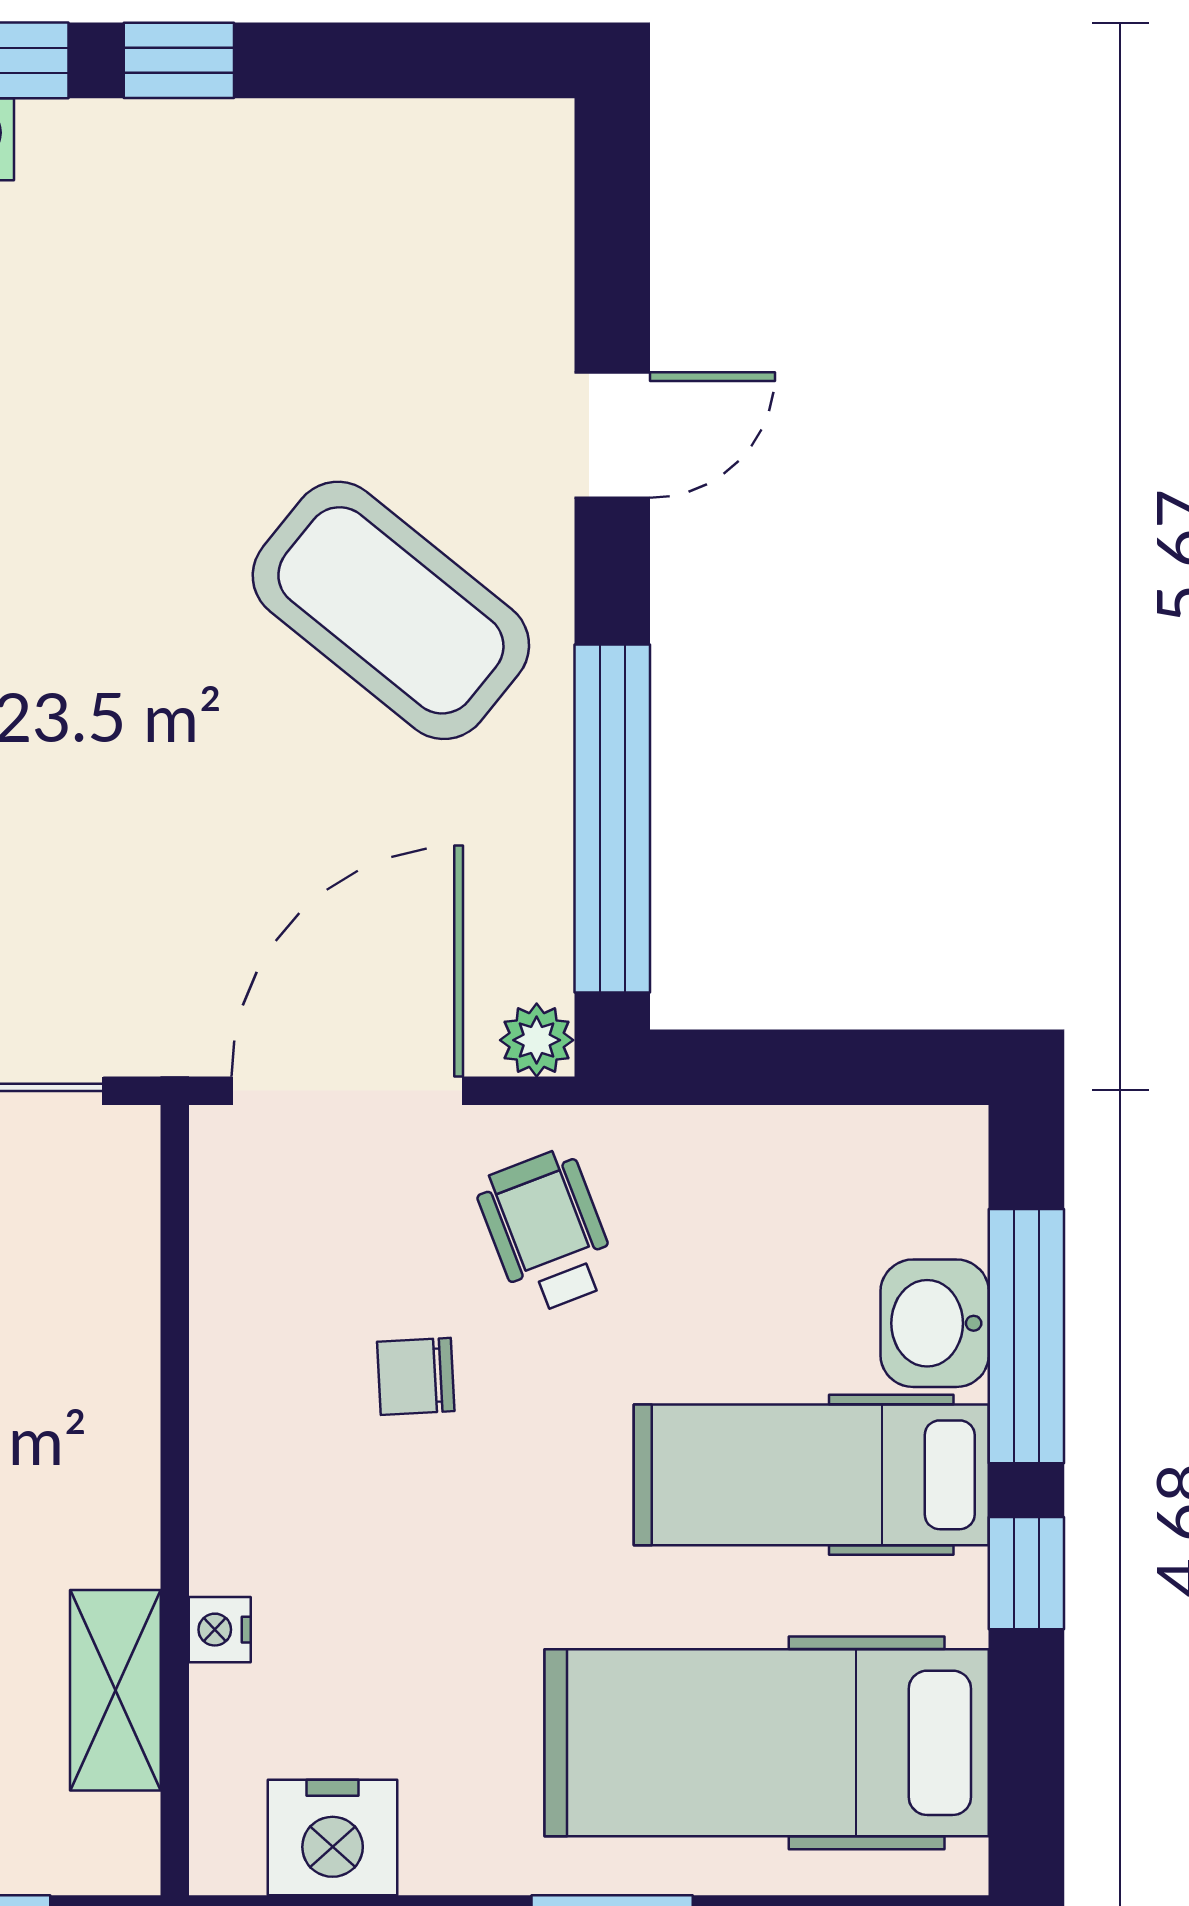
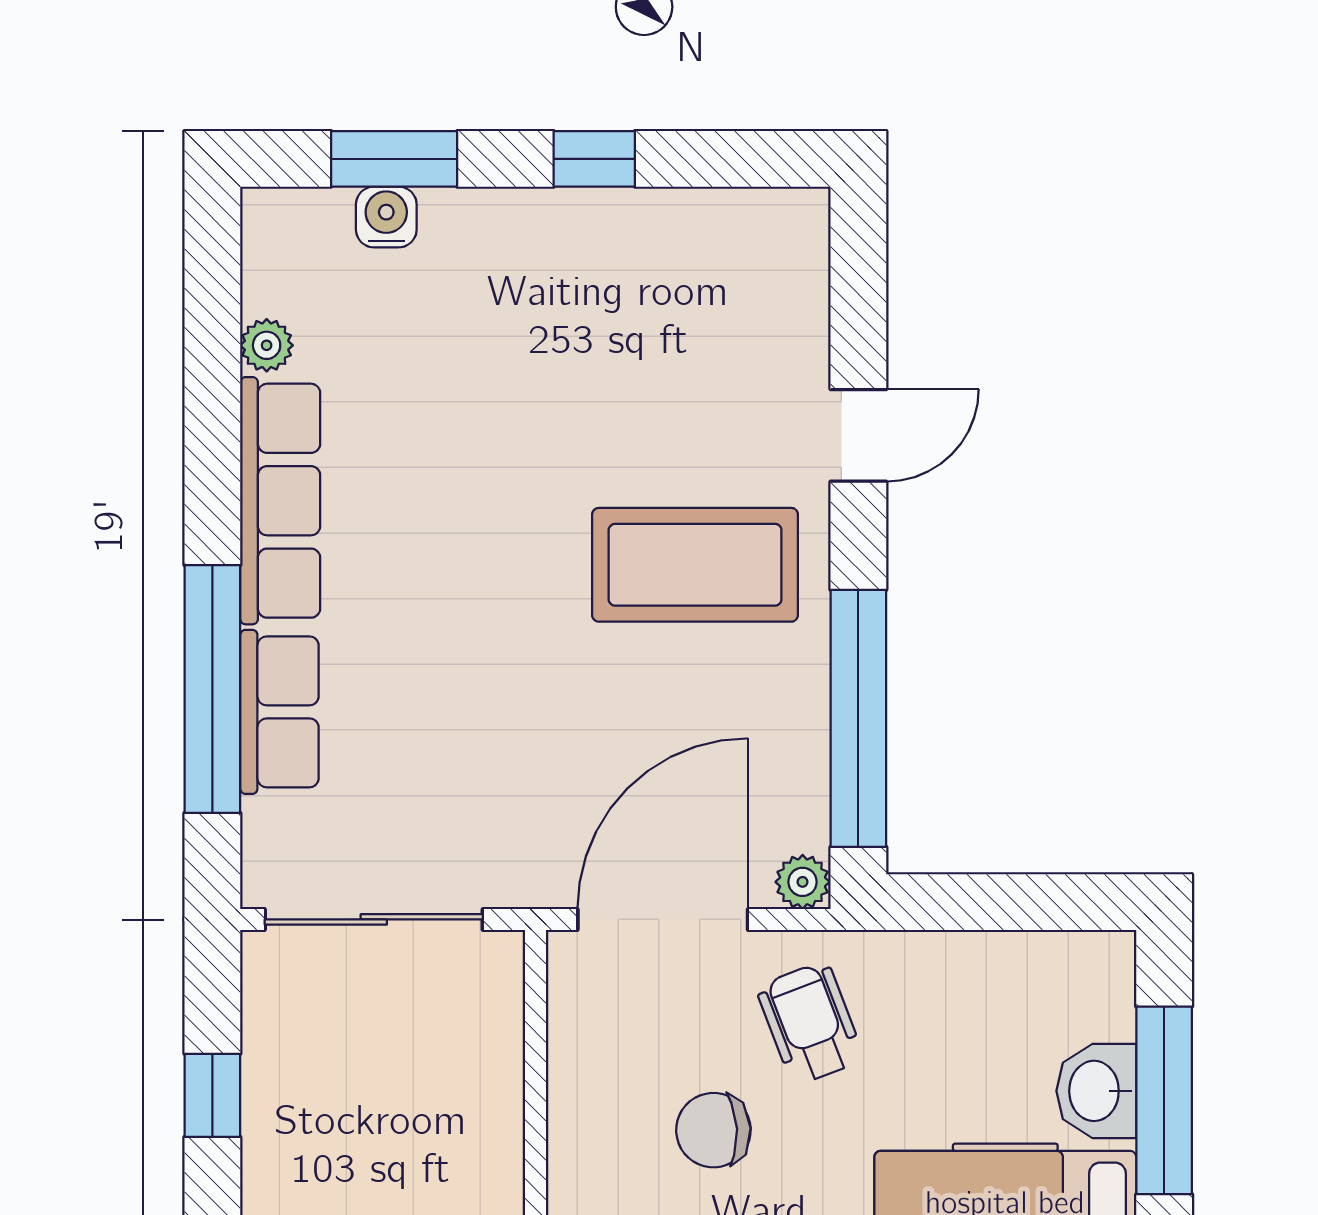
window: (179, 60) -> (594, 159), moved
coffee table: (391, 610) -> (695, 565), turned -39
chair: (416, 1376) -> (713, 1130), width x1.37, depth x1.37

